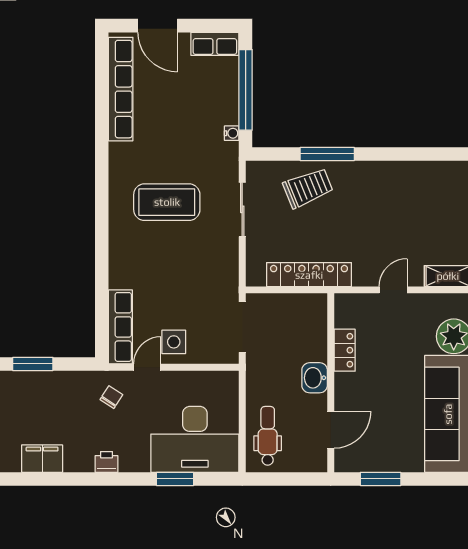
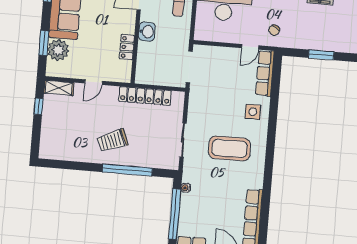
window: (327, 154) -> (127, 170), width x1.46
trolley: (308, 188) -> (113, 140), moved
side table: (174, 342) -> (253, 112), moved

